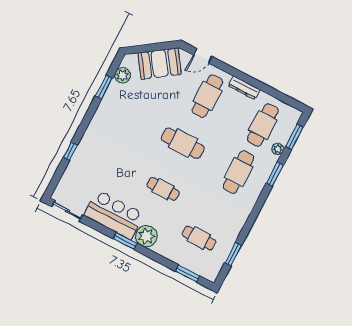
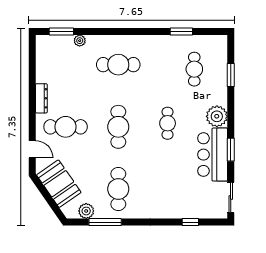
window: (104, 87) -> (105, 222), width x1.44
cafe table: (263, 125) -> (118, 189), moved, turned 90
window: (70, 151) -> (190, 222), moved
window: (275, 174) -> (103, 32), removed
window: (125, 241) -> (231, 150), moved
window: (233, 254) -> (181, 32), moved
window: (188, 273) -> (231, 75), moved

